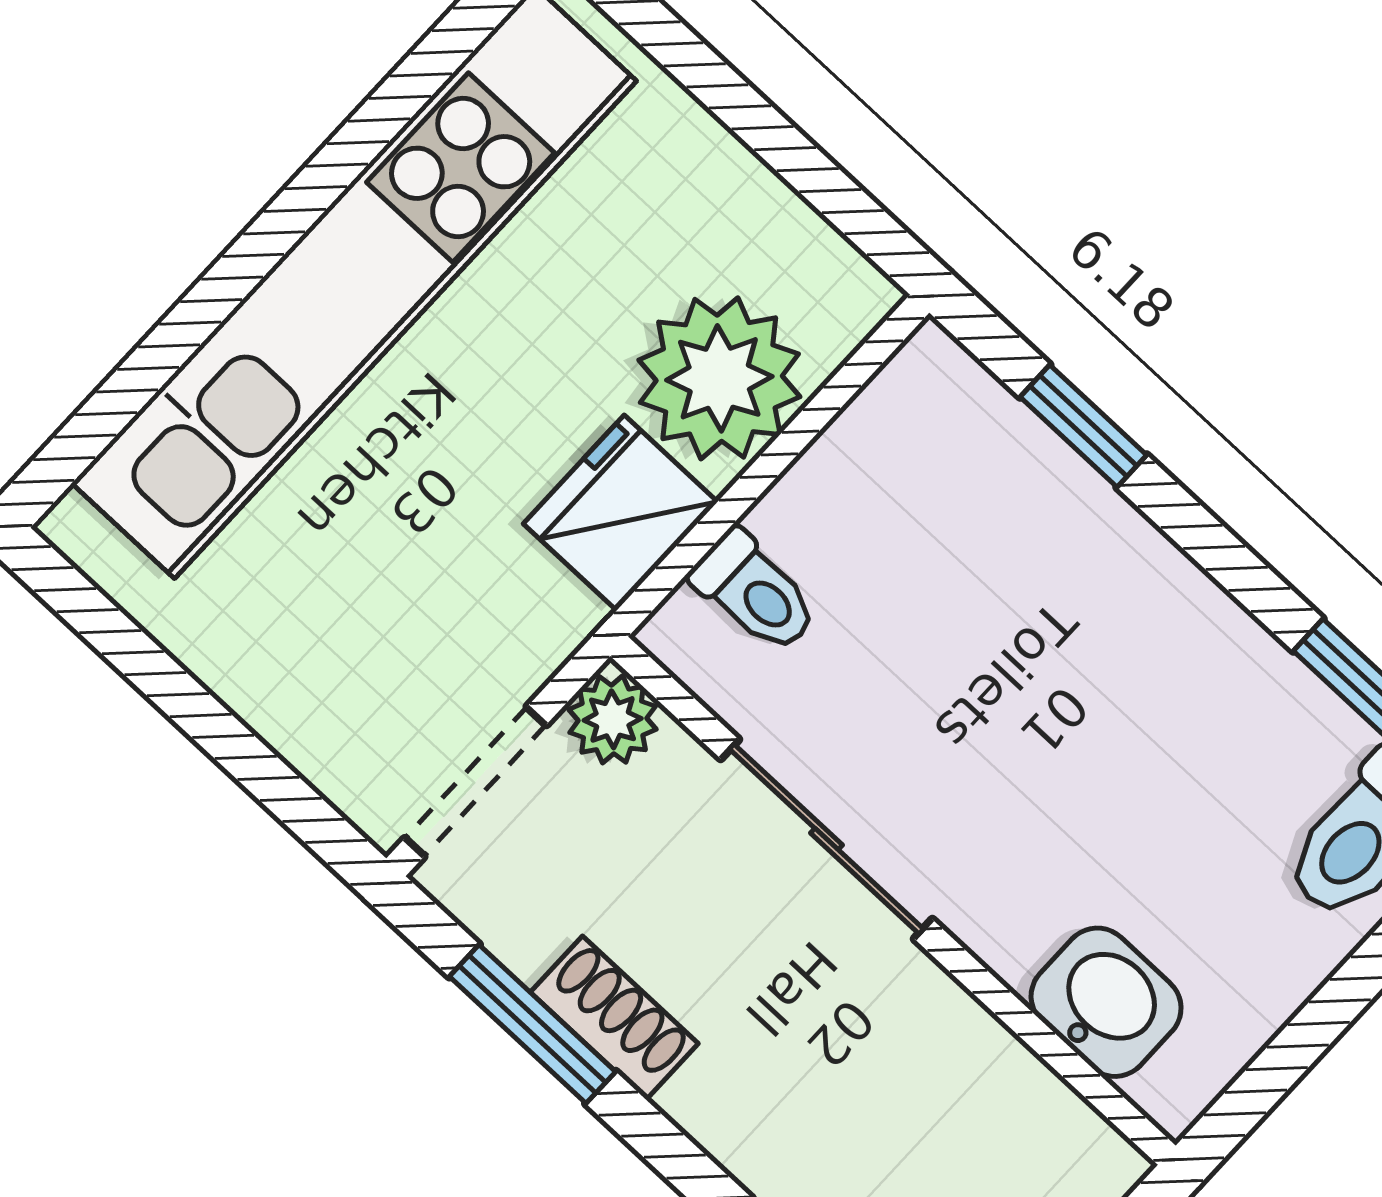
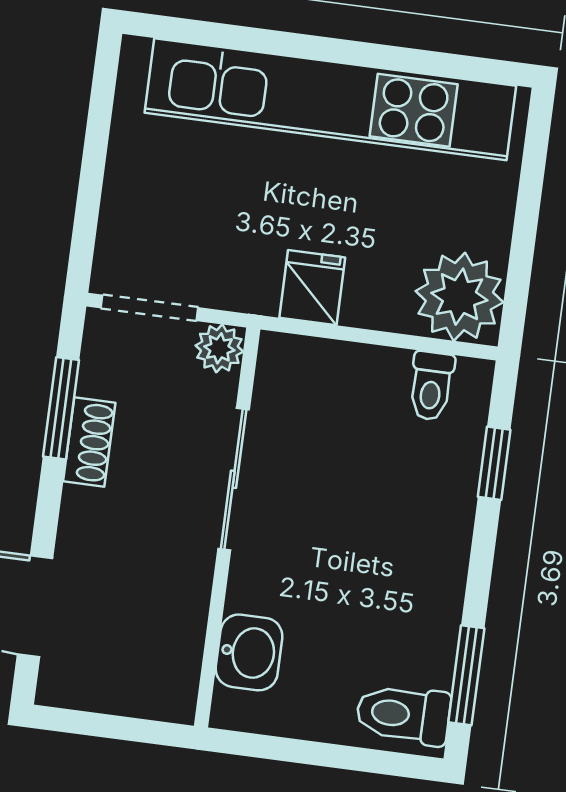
plant: (719, 378) -> (459, 297), moved
fridge: (620, 513) -> (312, 288), width x0.72
toilet: (755, 592) -> (431, 386), moved

